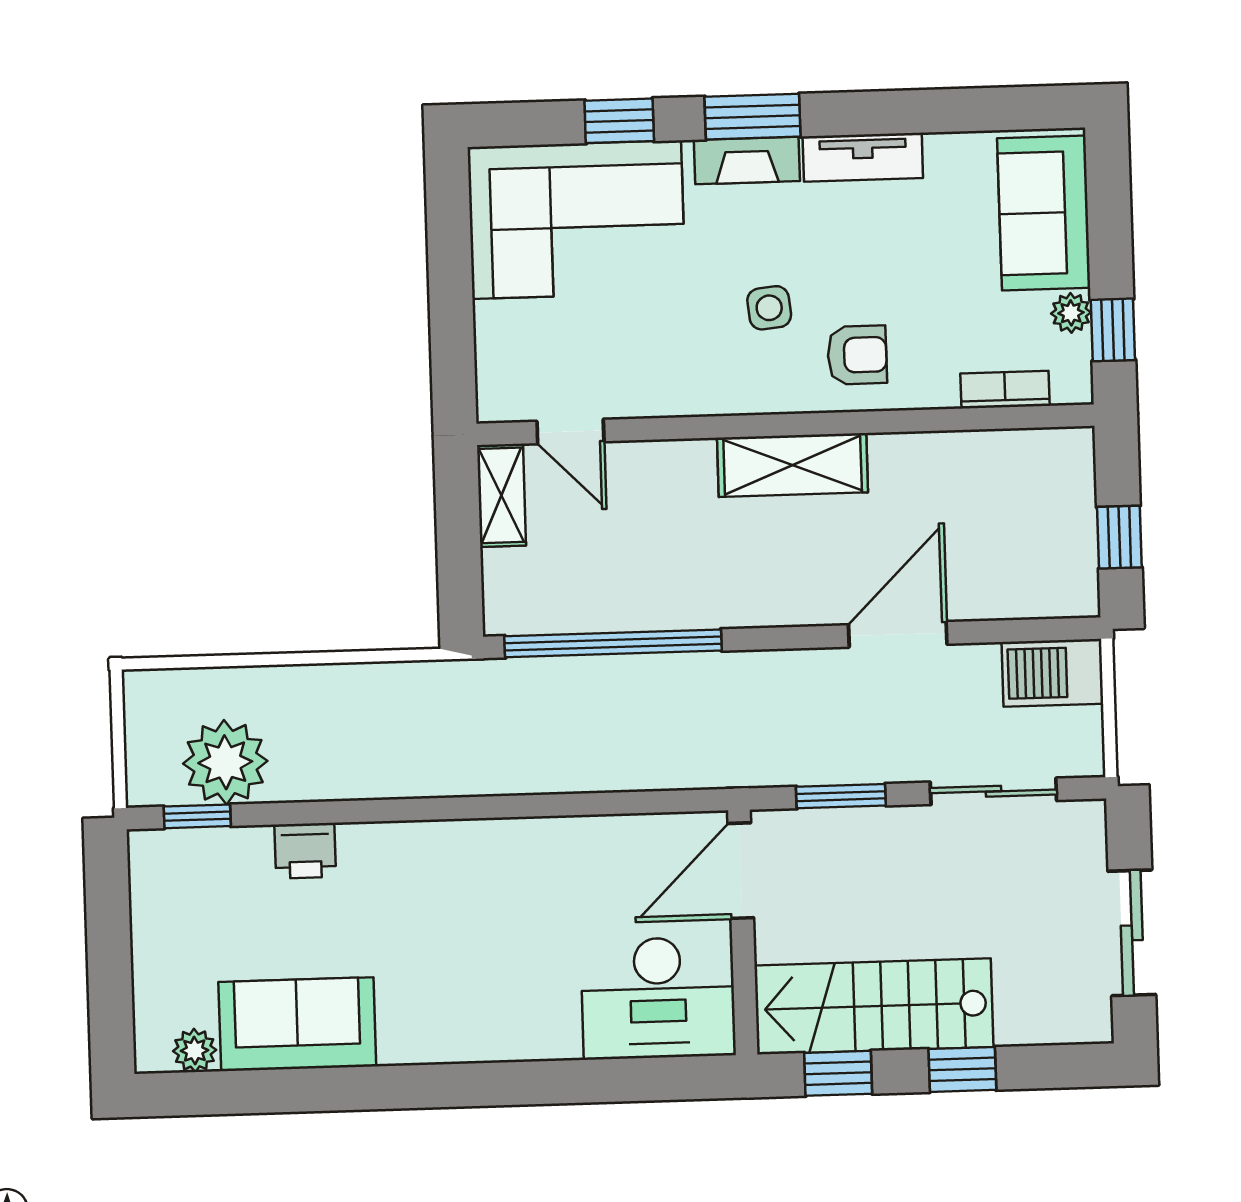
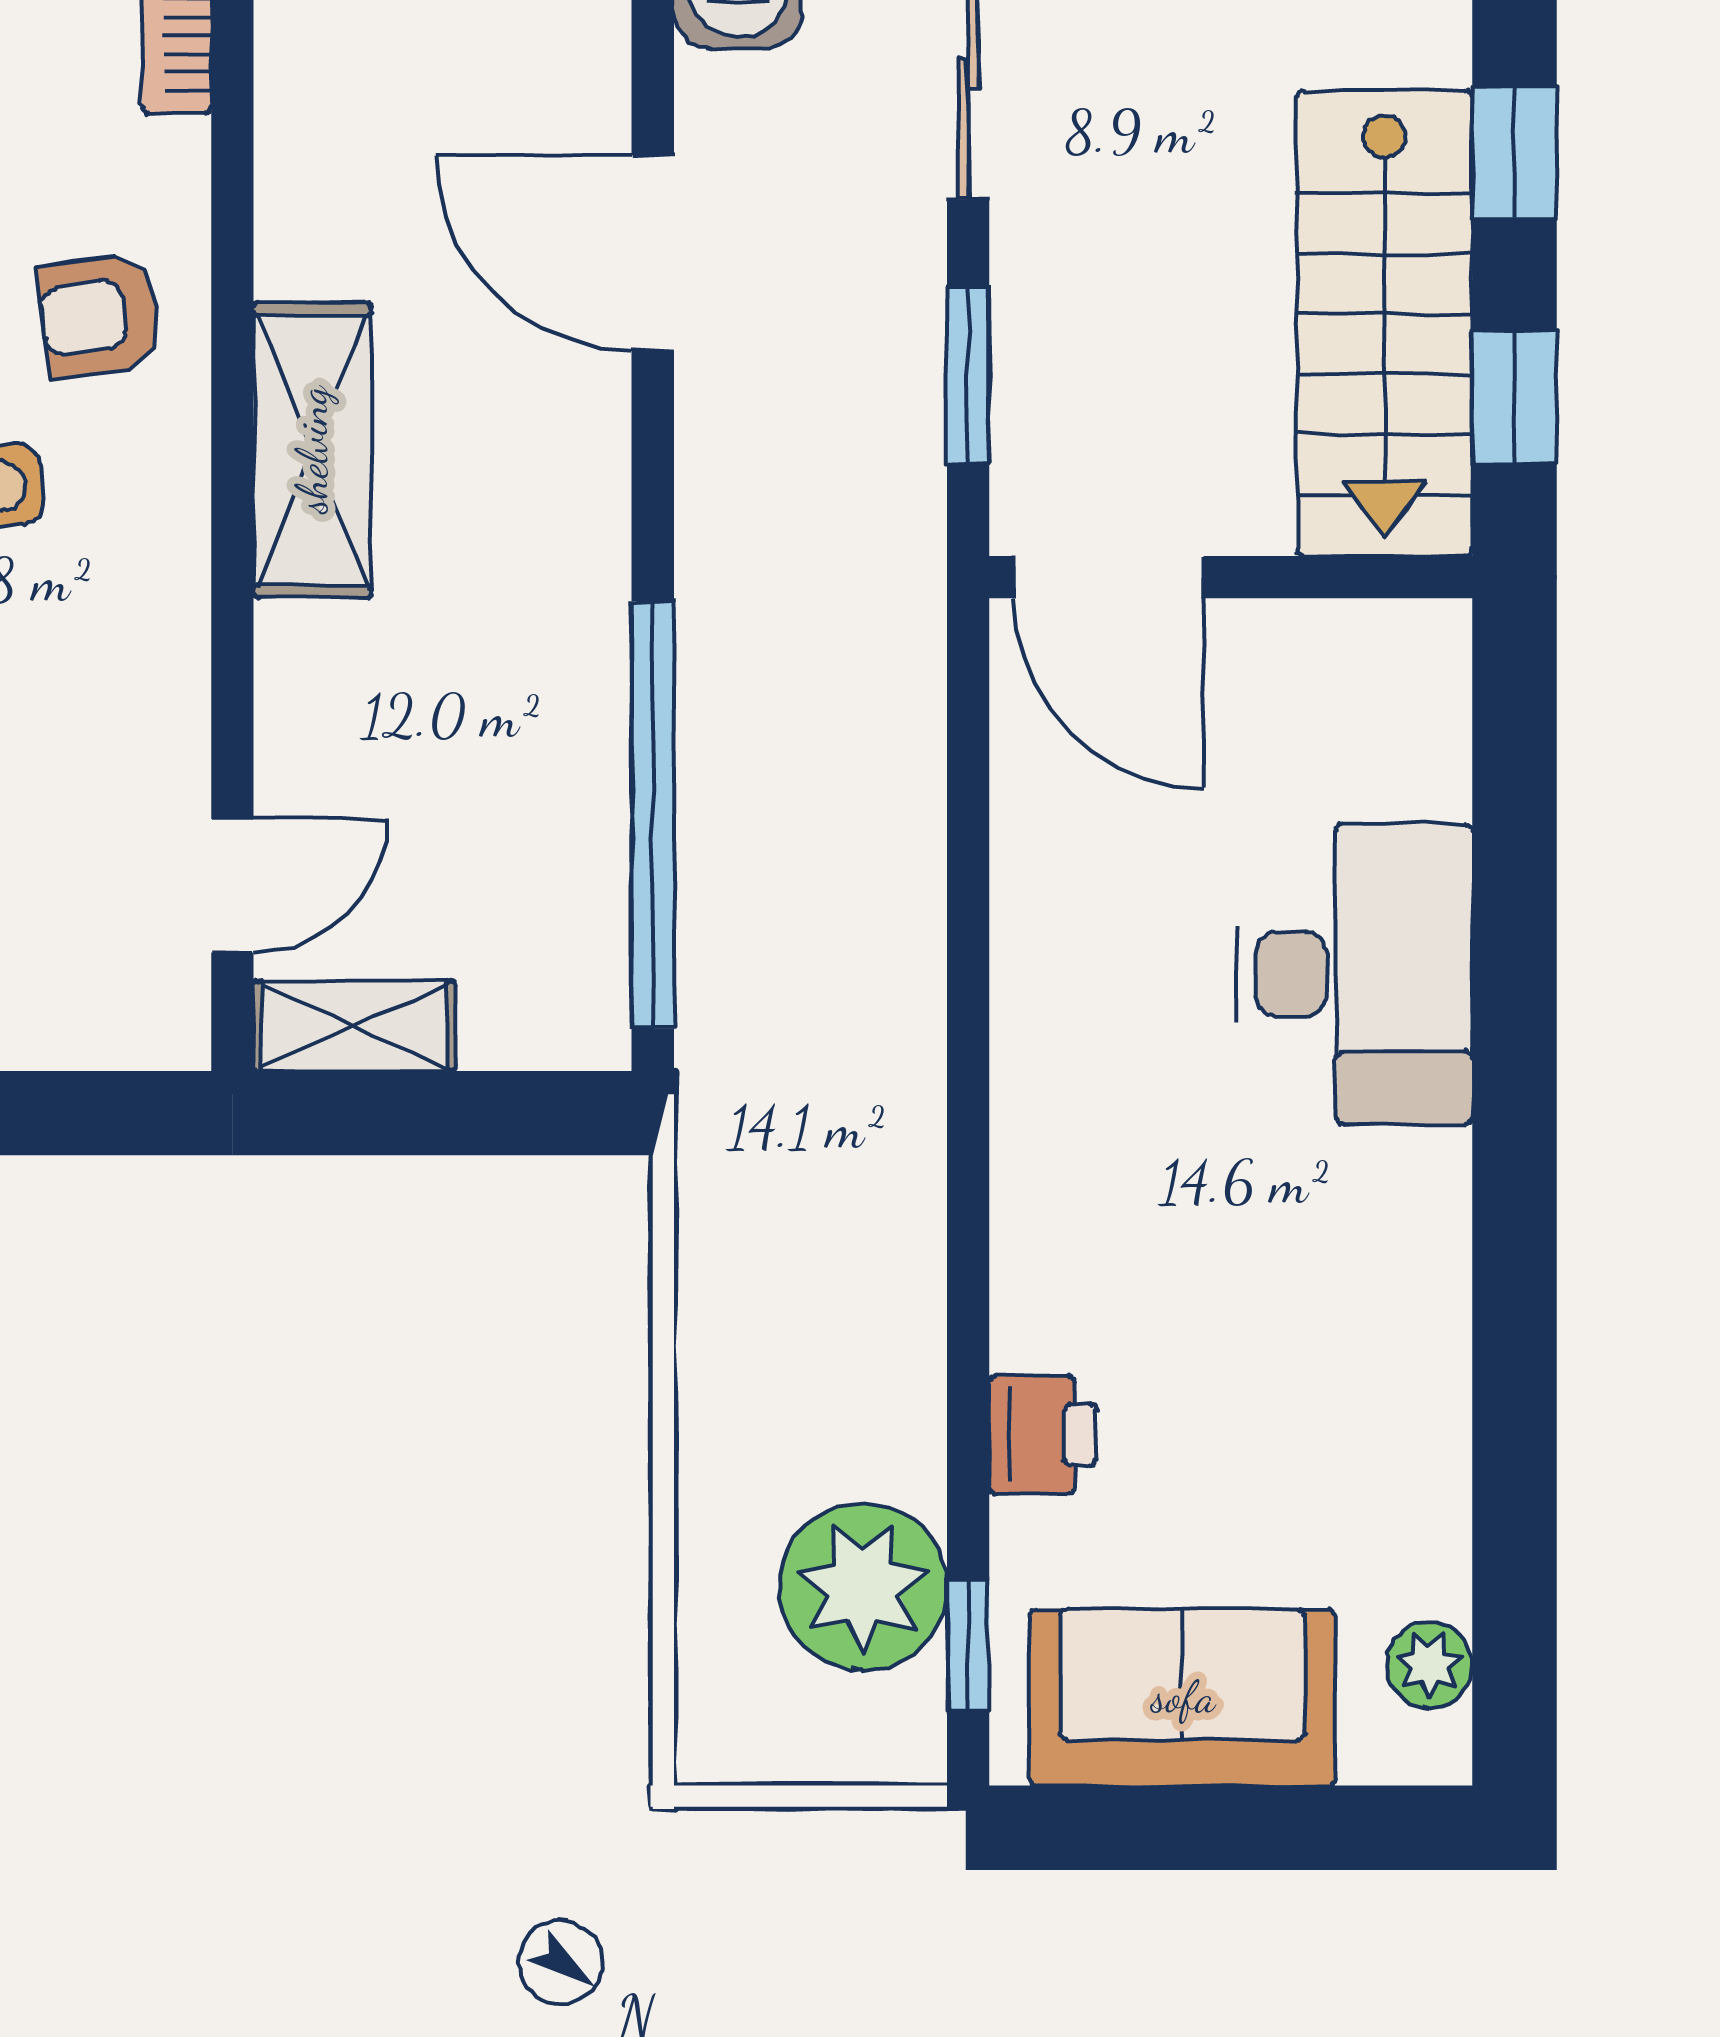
armchair: (857, 355) -> (99, 316), turned -98
desk: (658, 998) -> (1355, 974), moved
sofa: (297, 1024) -> (1183, 1697), moved, turned 90

